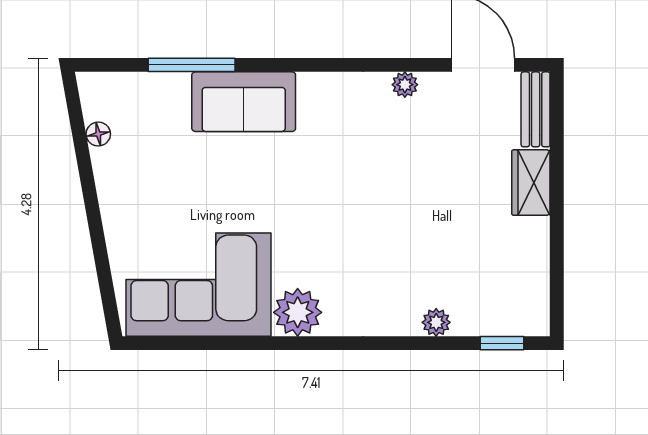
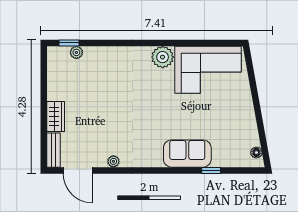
window: (192, 65) -> (211, 170), width x0.46
floor lamp: (98, 134) -> (256, 153), moved
plant: (436, 322) -> (76, 52), moved

